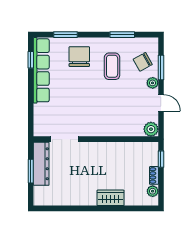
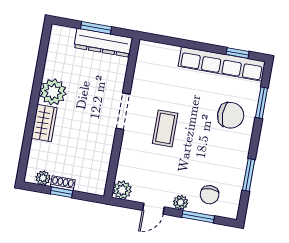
chair: (143, 62) -> (210, 195), turned -151
coffee table: (112, 66) -> (165, 128), moved, turned 90
doorway: (64, 139) -> (123, 111), moved
window: (161, 159) -> (62, 192), moved
plant: (86, 195) -> (53, 92), added

